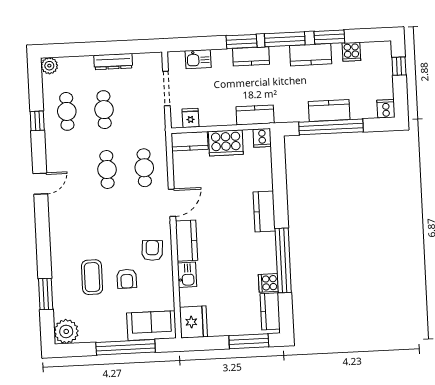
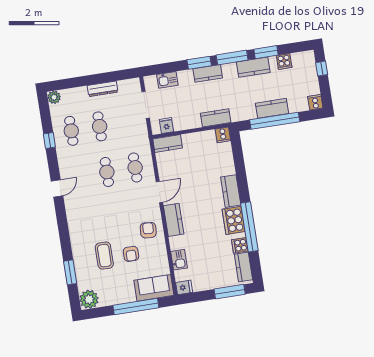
cooker: (226, 143) -> (234, 220), moved, turned 90
kitchen sink: (187, 275) -> (179, 260), moved
fridge: (193, 322) -> (184, 287), width x0.53, depth x0.75

